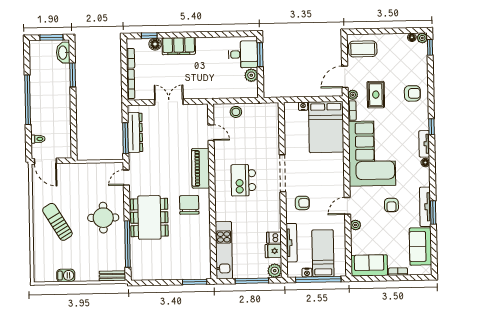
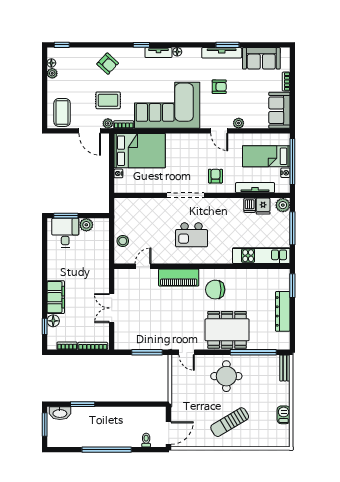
plant: (422, 38) -> (52, 73), moved
armchair: (412, 93) -> (108, 64), turned 133
dresser: (135, 132) -> (283, 311), moved, turned -90

